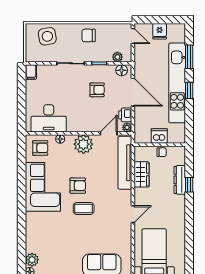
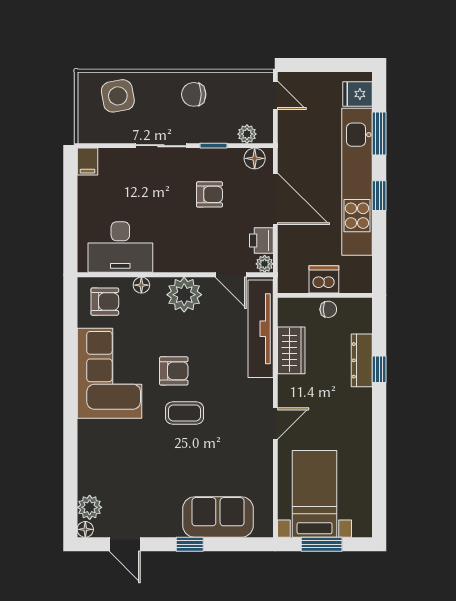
fridge: (160, 31) -> (358, 94), moved, turned 90
door: (109, 133) -> (231, 275), swing flipped

